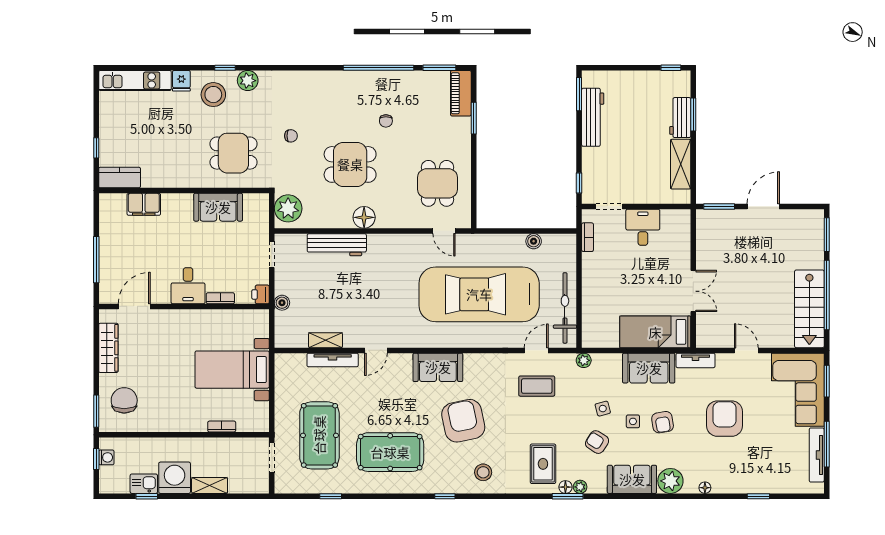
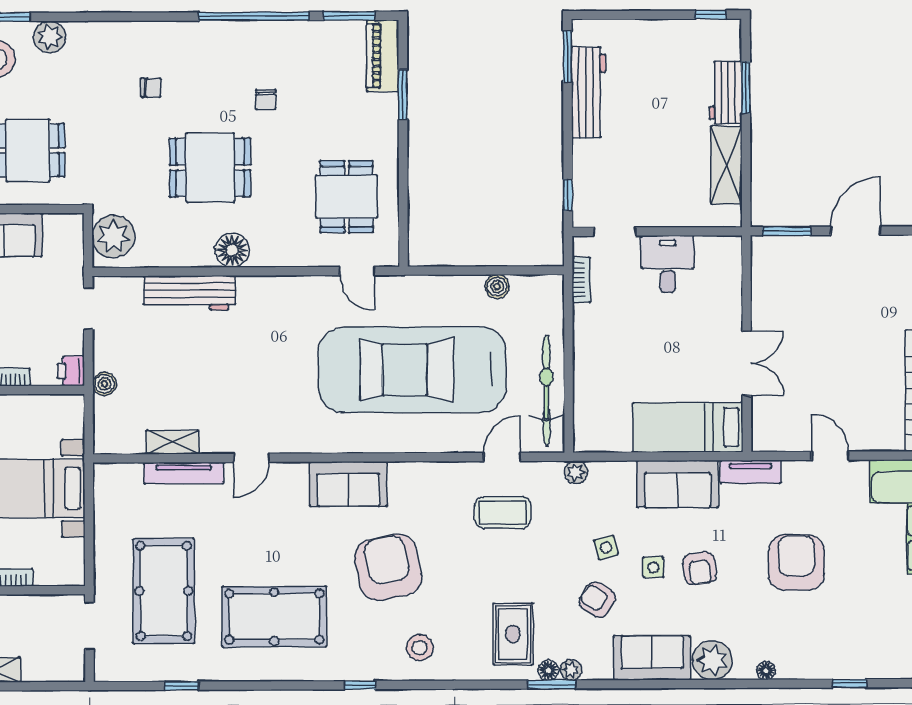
chair: (291, 136) -> (151, 88), moved

